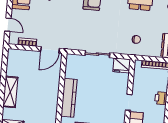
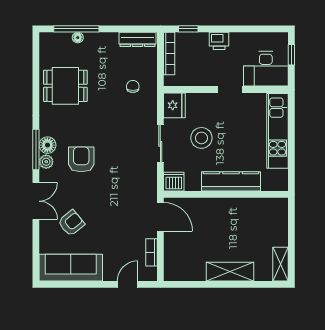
dishwasher: (72, 61) -> (174, 182), added
stool: (99, 81) -> (201, 138), added

